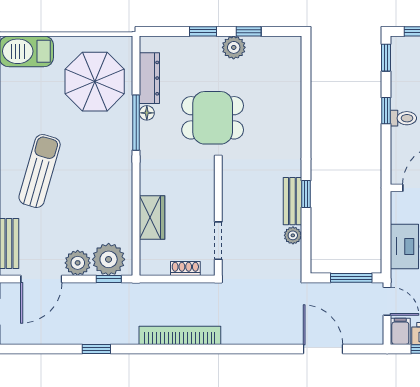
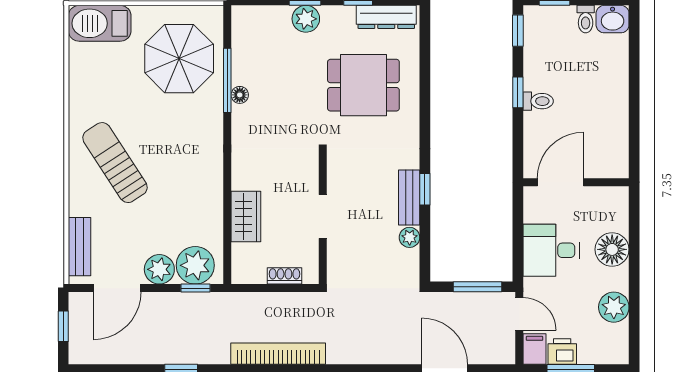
plant: (234, 47) -> (306, 19), moved
dresser: (149, 78) -> (386, 17), moved, turned 90
dining table: (213, 118) -> (363, 85), moved
window: (136, 123) -> (227, 80), moved
sun lounger: (40, 171) -> (115, 163), turned -49
doorway: (218, 241) -> (323, 217), moved

